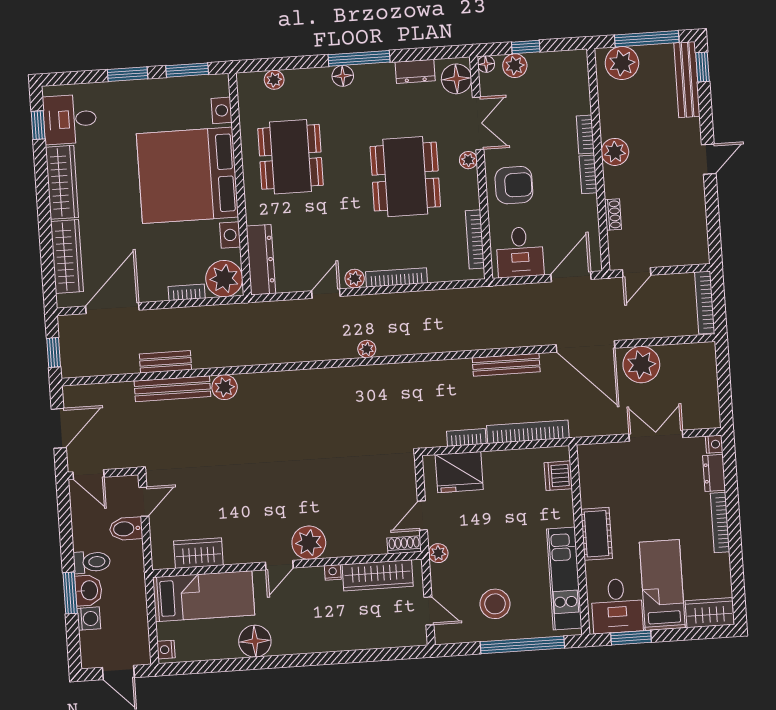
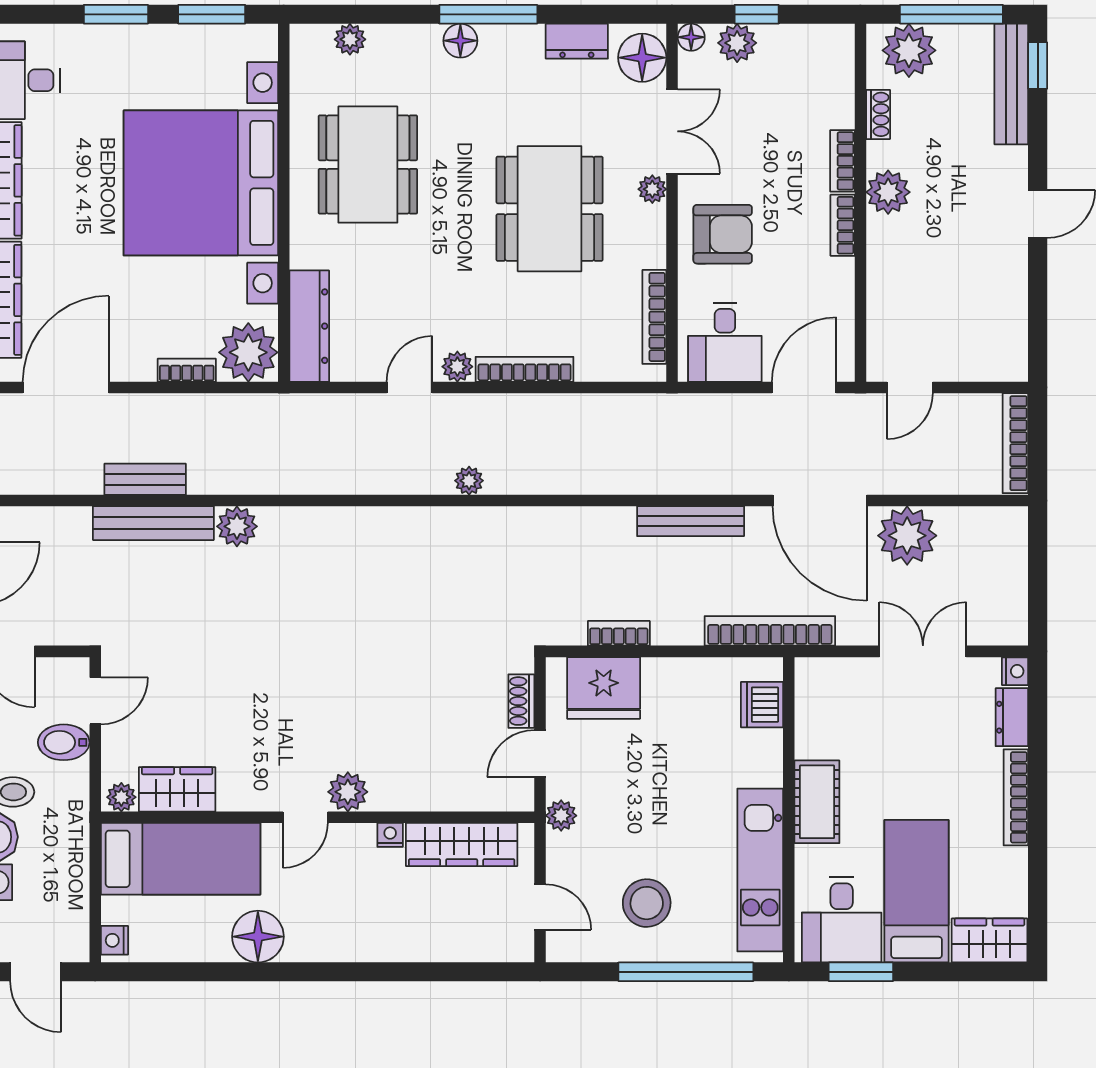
shoe rack: (613, 214) -> (878, 114), moved
bookcase: (528, 432) -> (770, 631), moved
plant: (309, 543) -> (348, 792), width x0.73, depth x0.73
shoe rack: (404, 545) -> (521, 701), moved, turned -90
plant: (164, 560) -> (121, 797), added

